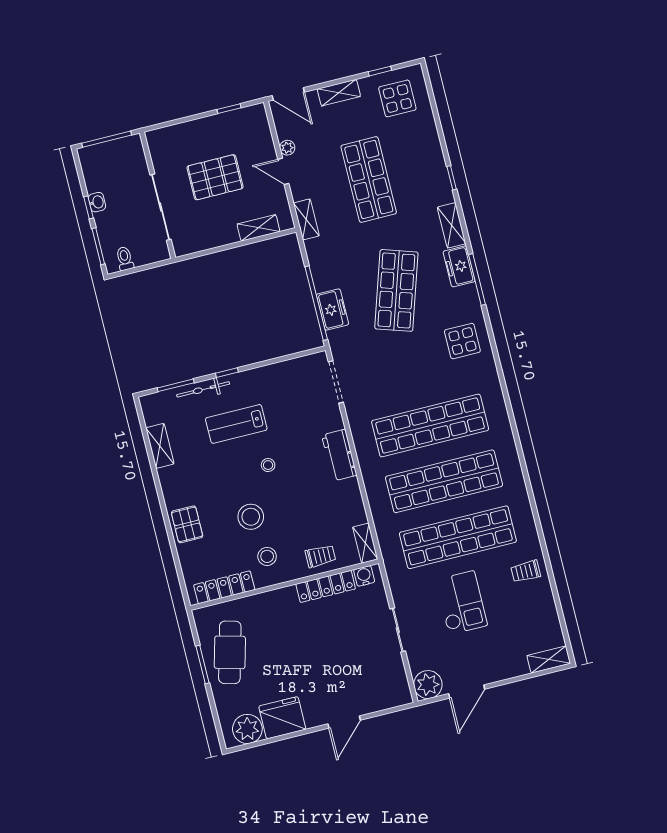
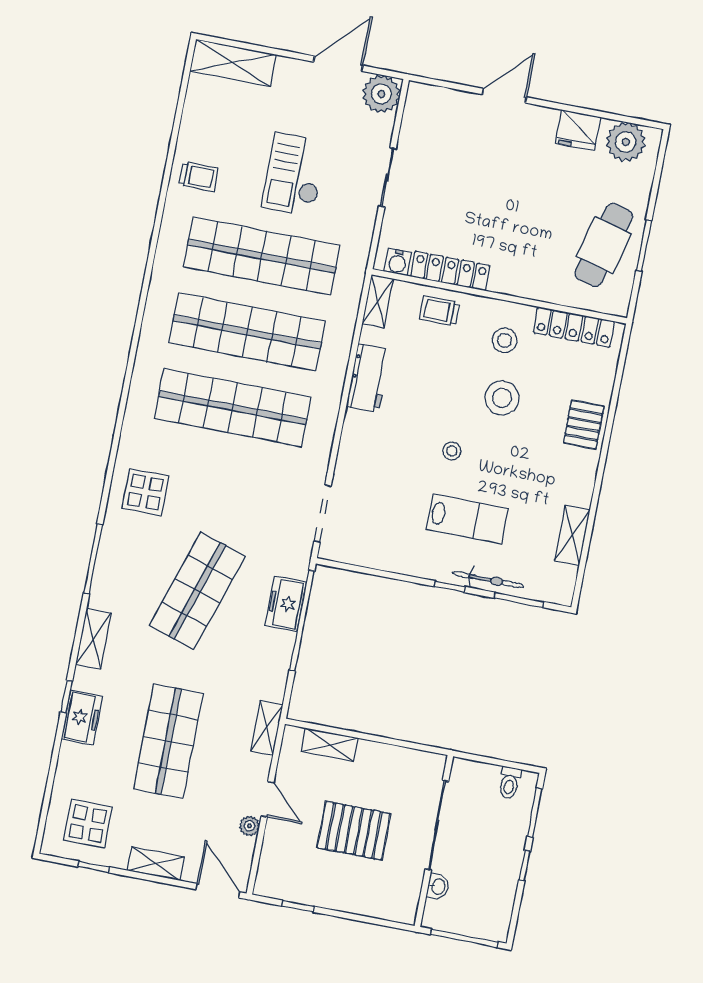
washbasin: (97, 202) -> (438, 887), moved, turned 180
freezer: (459, 266) -> (82, 718), moved
workbench: (339, 455) -> (368, 378), moved
shelving: (549, 660) -> (233, 63), width x1.50, depth x1.33
fridge: (282, 718) -> (578, 130), width x0.73, depth x0.75

